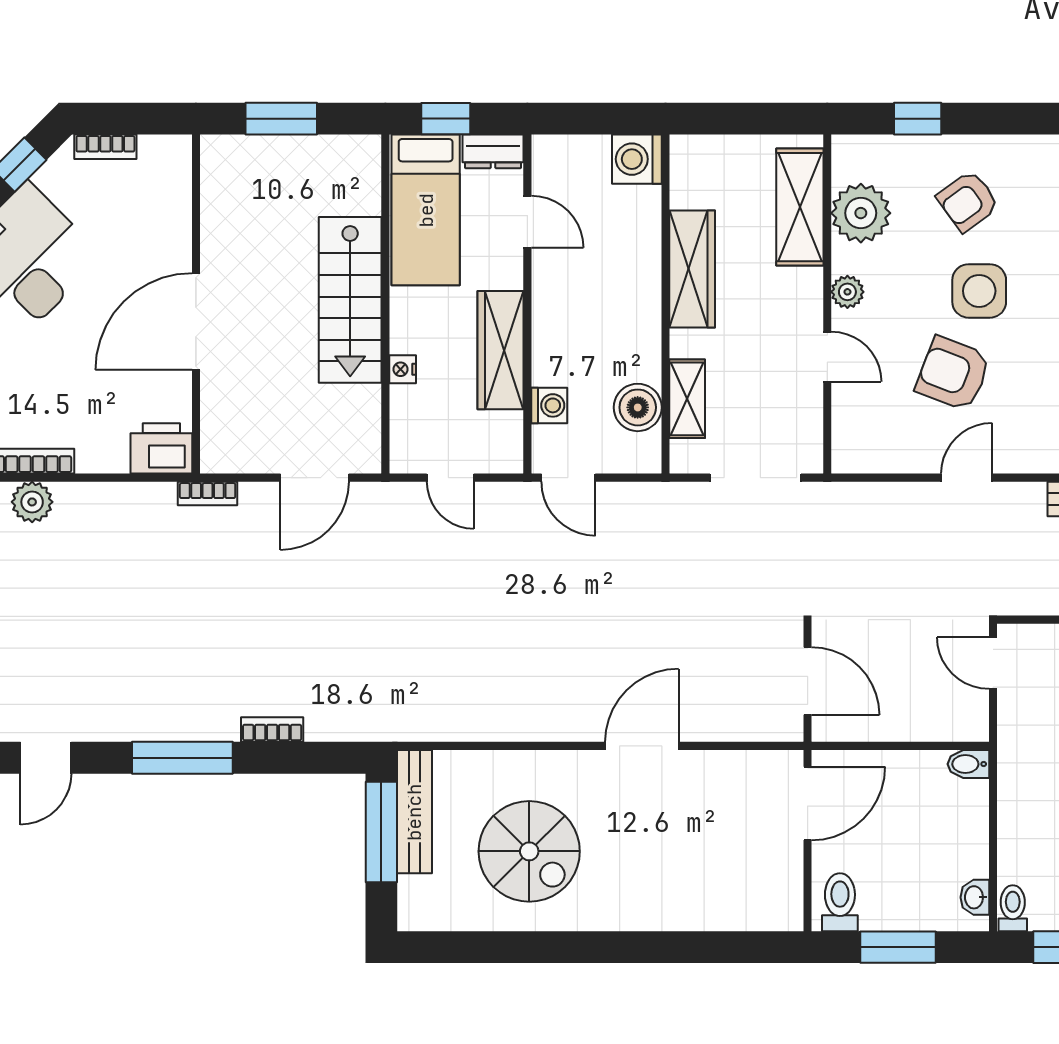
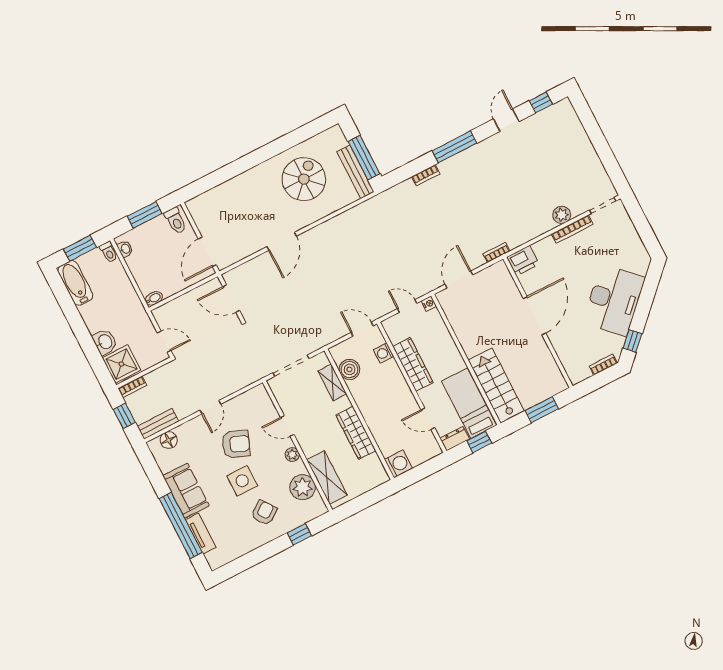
stairs: (350, 300) -> (496, 386), moved
nightstand: (403, 369) -> (429, 304), moved
spiral stairs: (529, 851) -> (304, 179), turned 90

